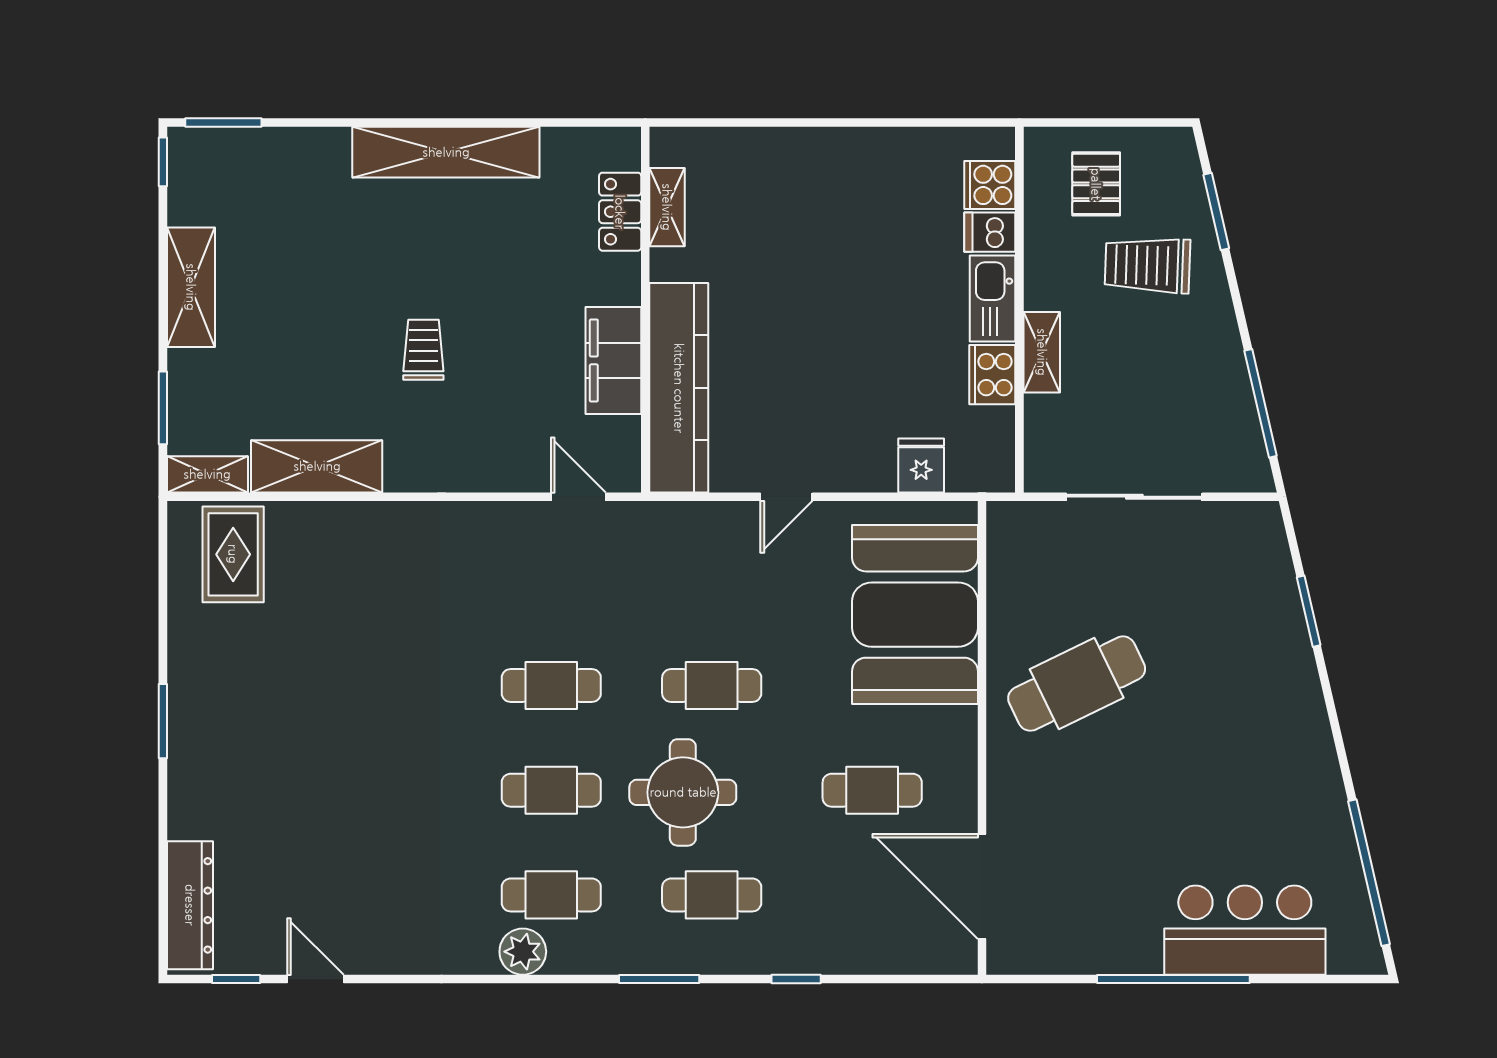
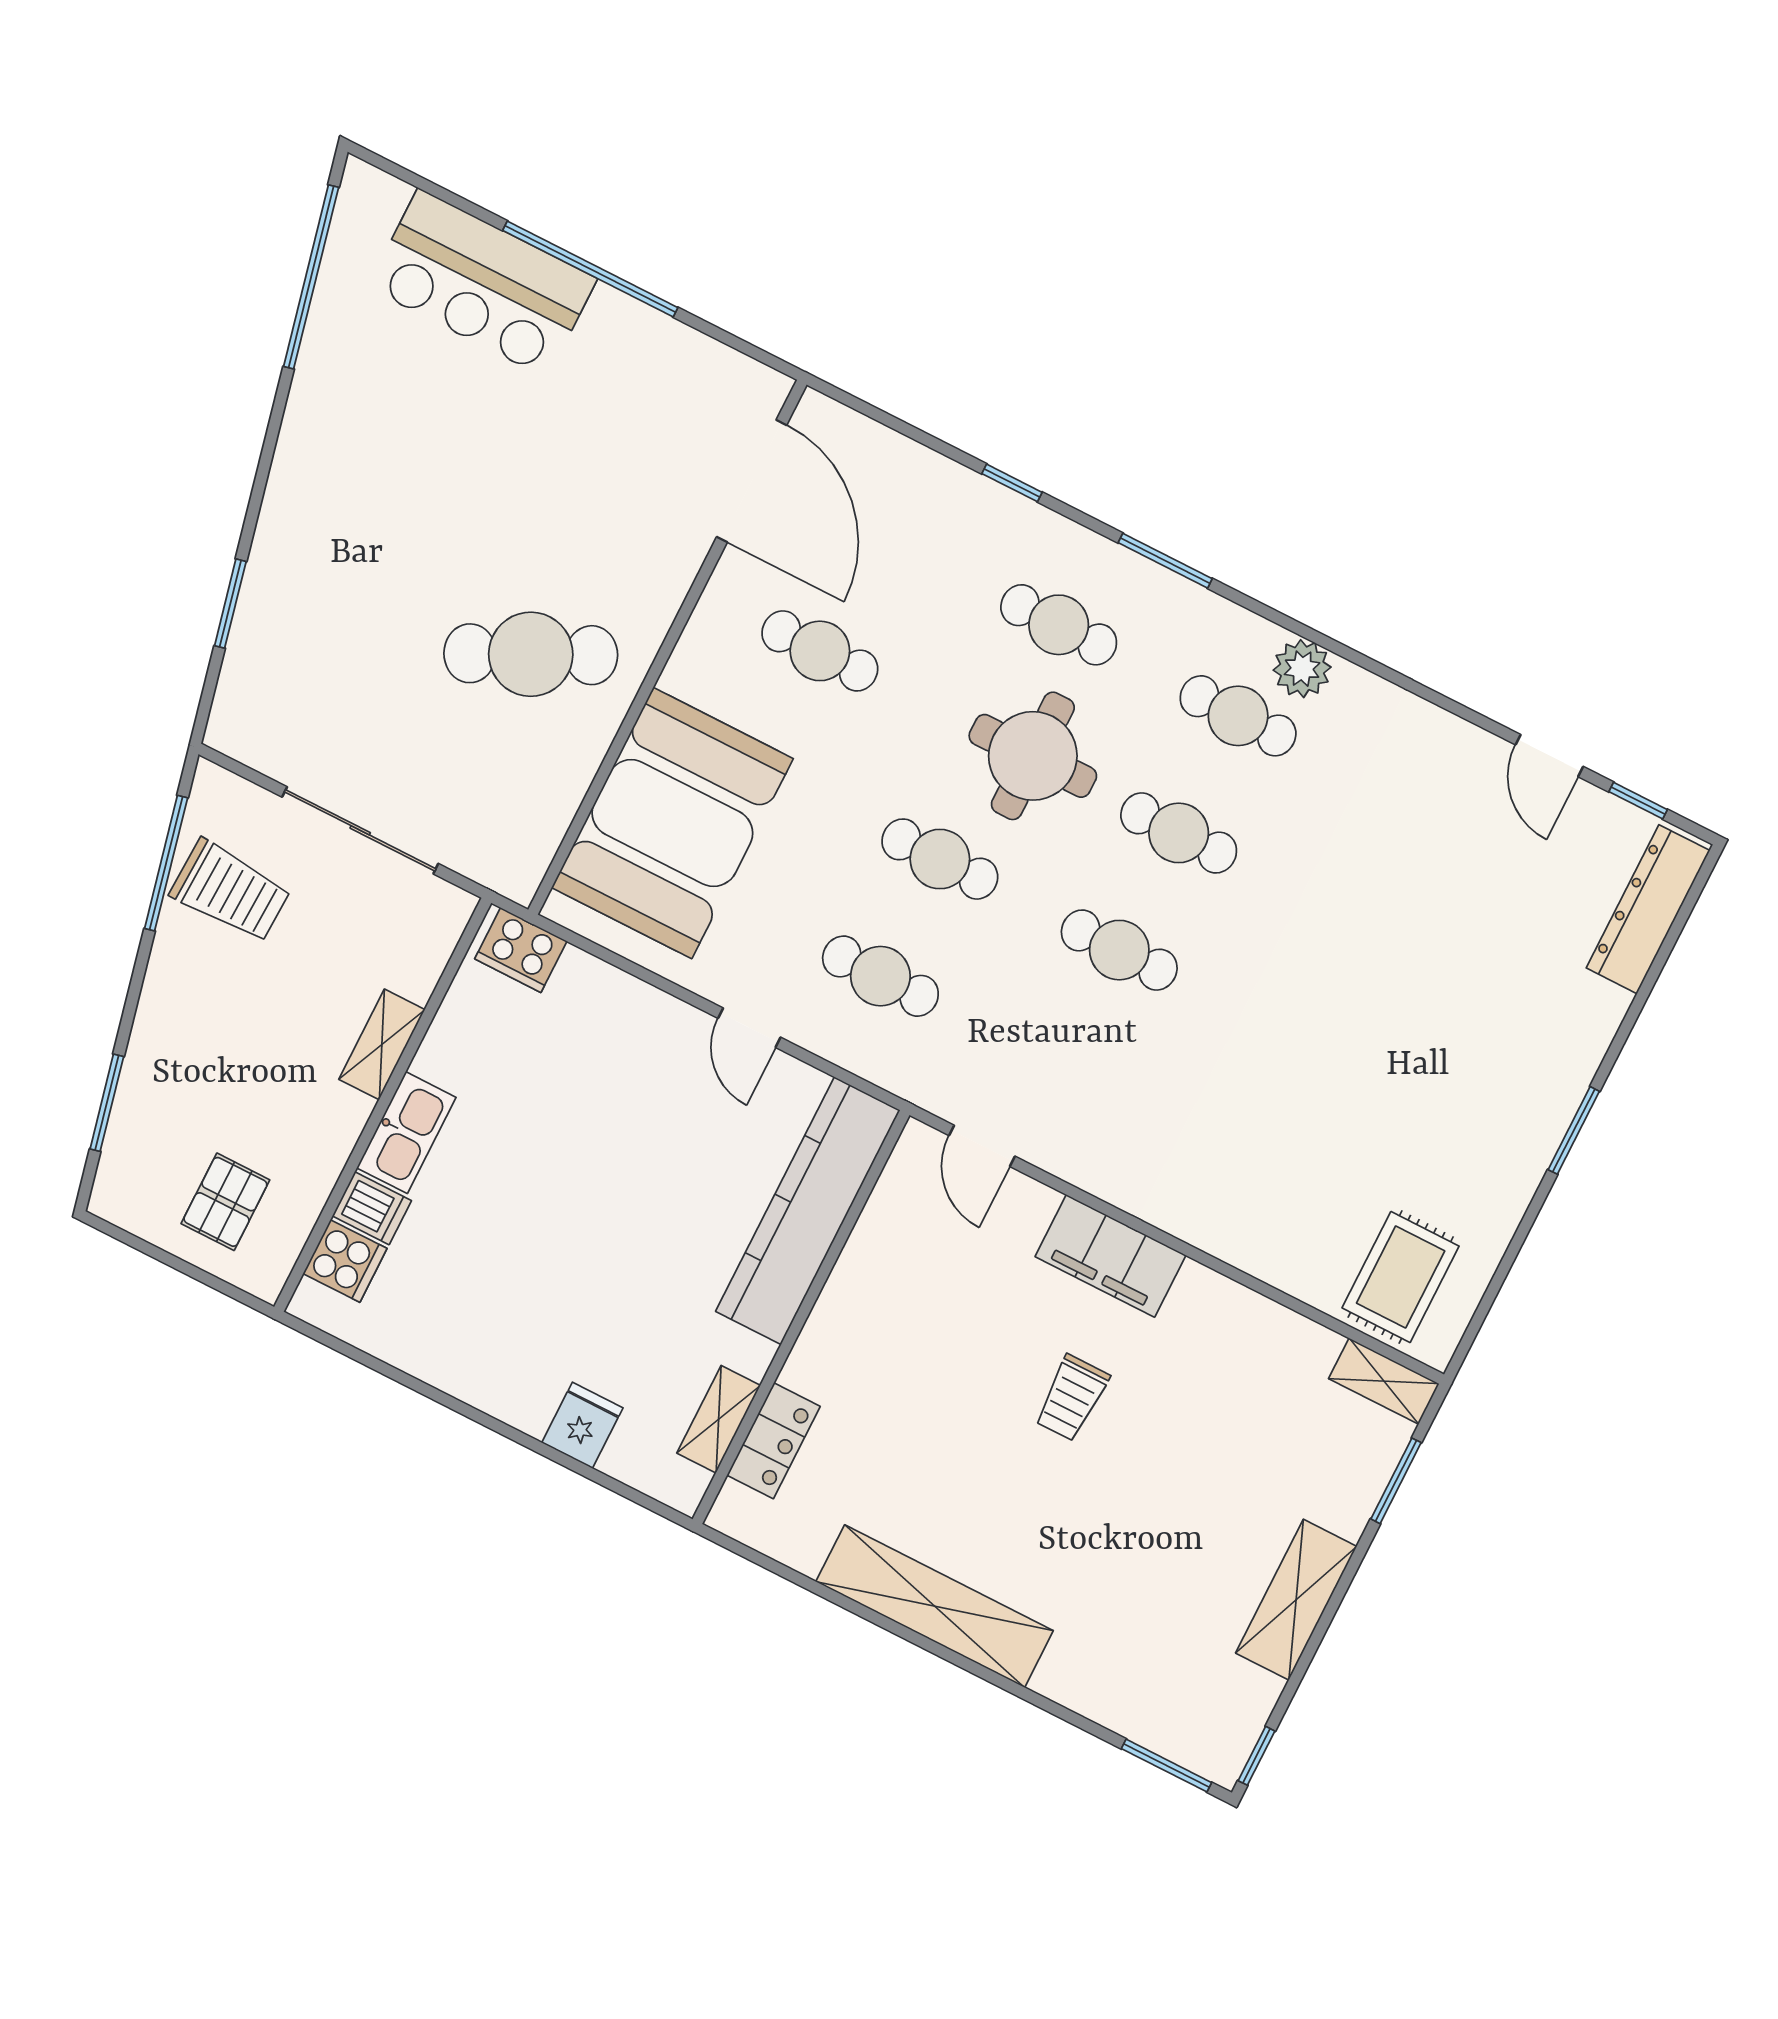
trolley: (1147, 265) -> (230, 891), moved
filing cabinet: (613, 360) -> (1110, 1256), moved, turned 90
cooker: (992, 375) -> (521, 950), moved, turned 90
fridge: (921, 465) -> (582, 1425), moved, turned 180
shelving: (317, 466) -> (1257, 1328), removed
door: (786, 497) -> (749, 1028), swing flipped
cafe table: (712, 581) -> (880, 976), added

